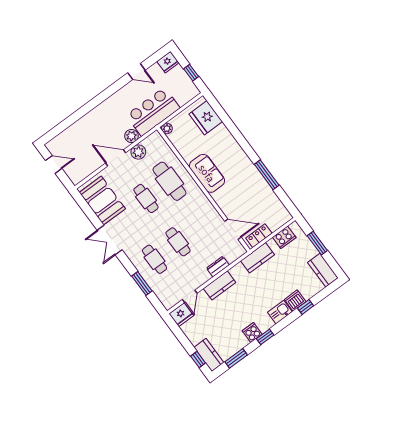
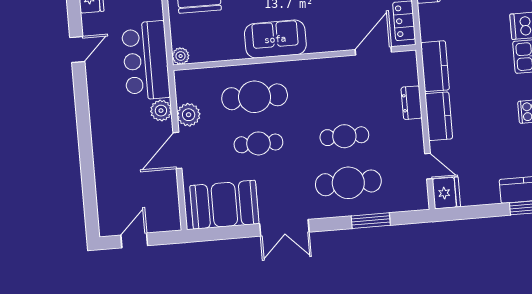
kitchen counter: (257, 258) -> (435, 66), moved
cafe table: (155, 259) -> (348, 183), width x1.37, depth x1.35

